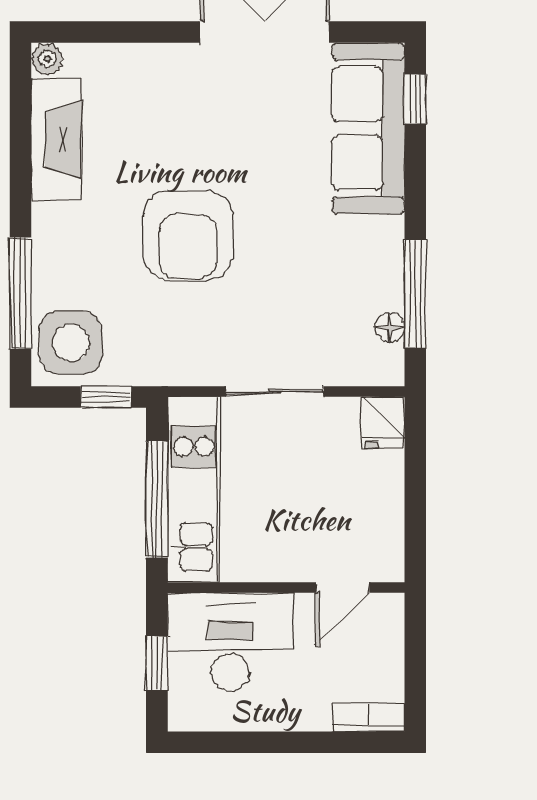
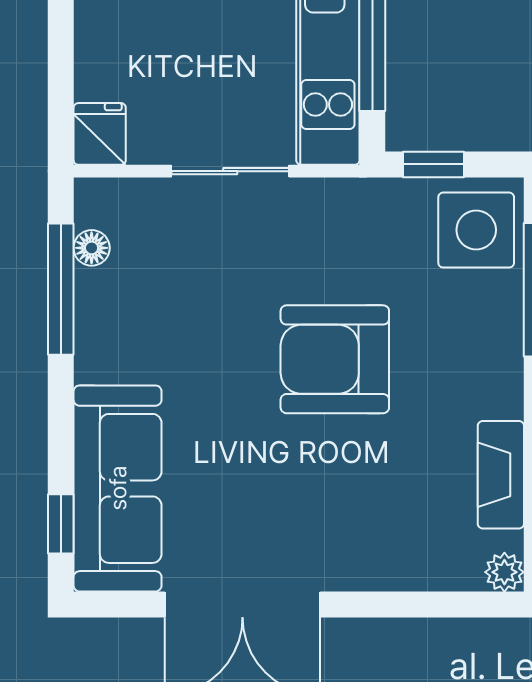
fireplace: (56, 140) -> (501, 475), width x0.73, depth x0.76
armchair: (188, 235) -> (335, 359), turned -90

